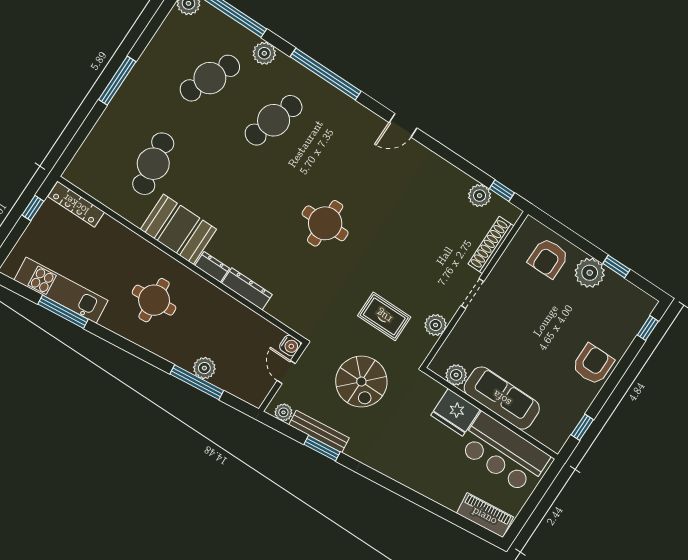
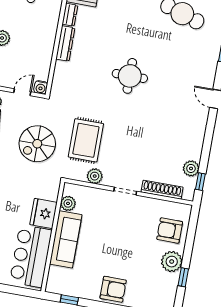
rug: (384, 316) -> (86, 140), width x1.36, depth x1.43

